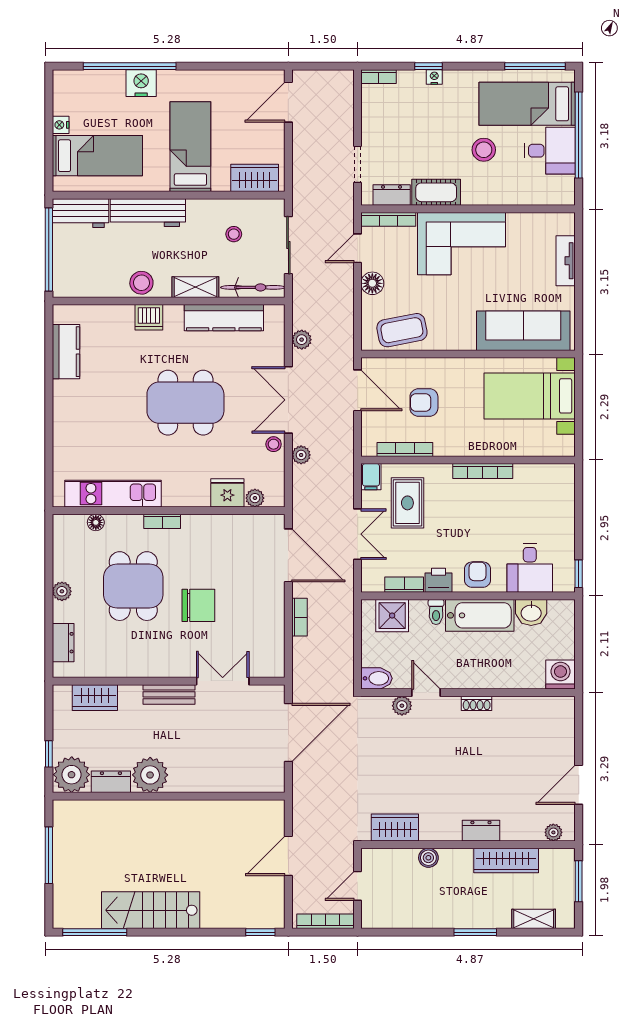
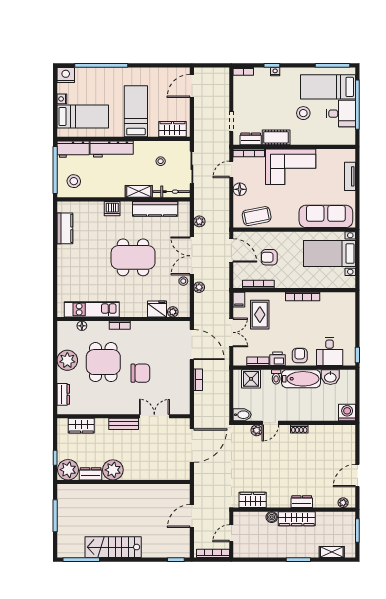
nightstand: (141, 83) -> (66, 75), moved
stool: (141, 283) -> (74, 181), moved
plant: (62, 591) -> (67, 360), width x1.88, depth x1.88
door: (426, 693) -> (270, 423), swing flipped
wardrobe: (506, 860) -> (297, 519), moved

